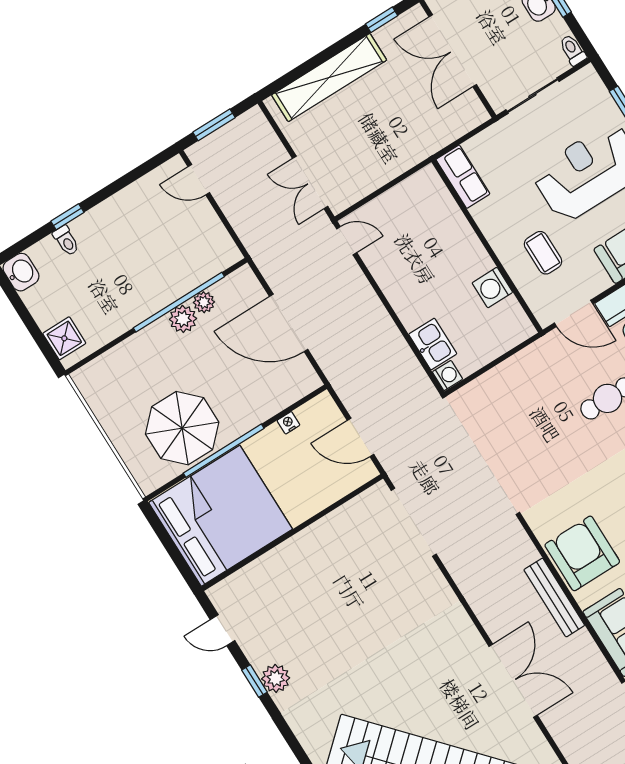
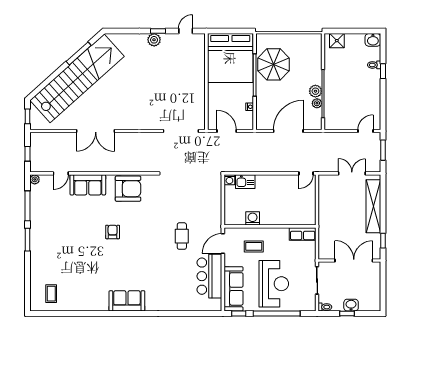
double door: (310, 182) -> (352, 173), moved
door: (360, 437) -> (227, 131), hinge flipped
bench: (554, 598) -> (118, 167), removed

